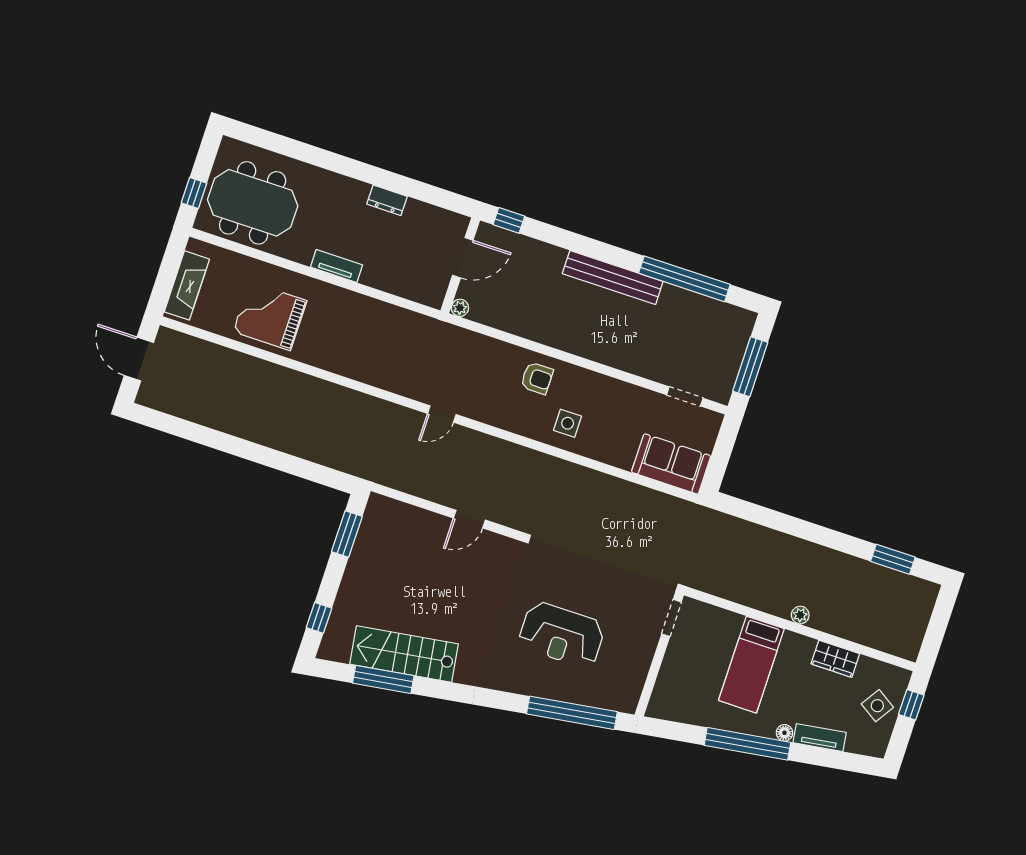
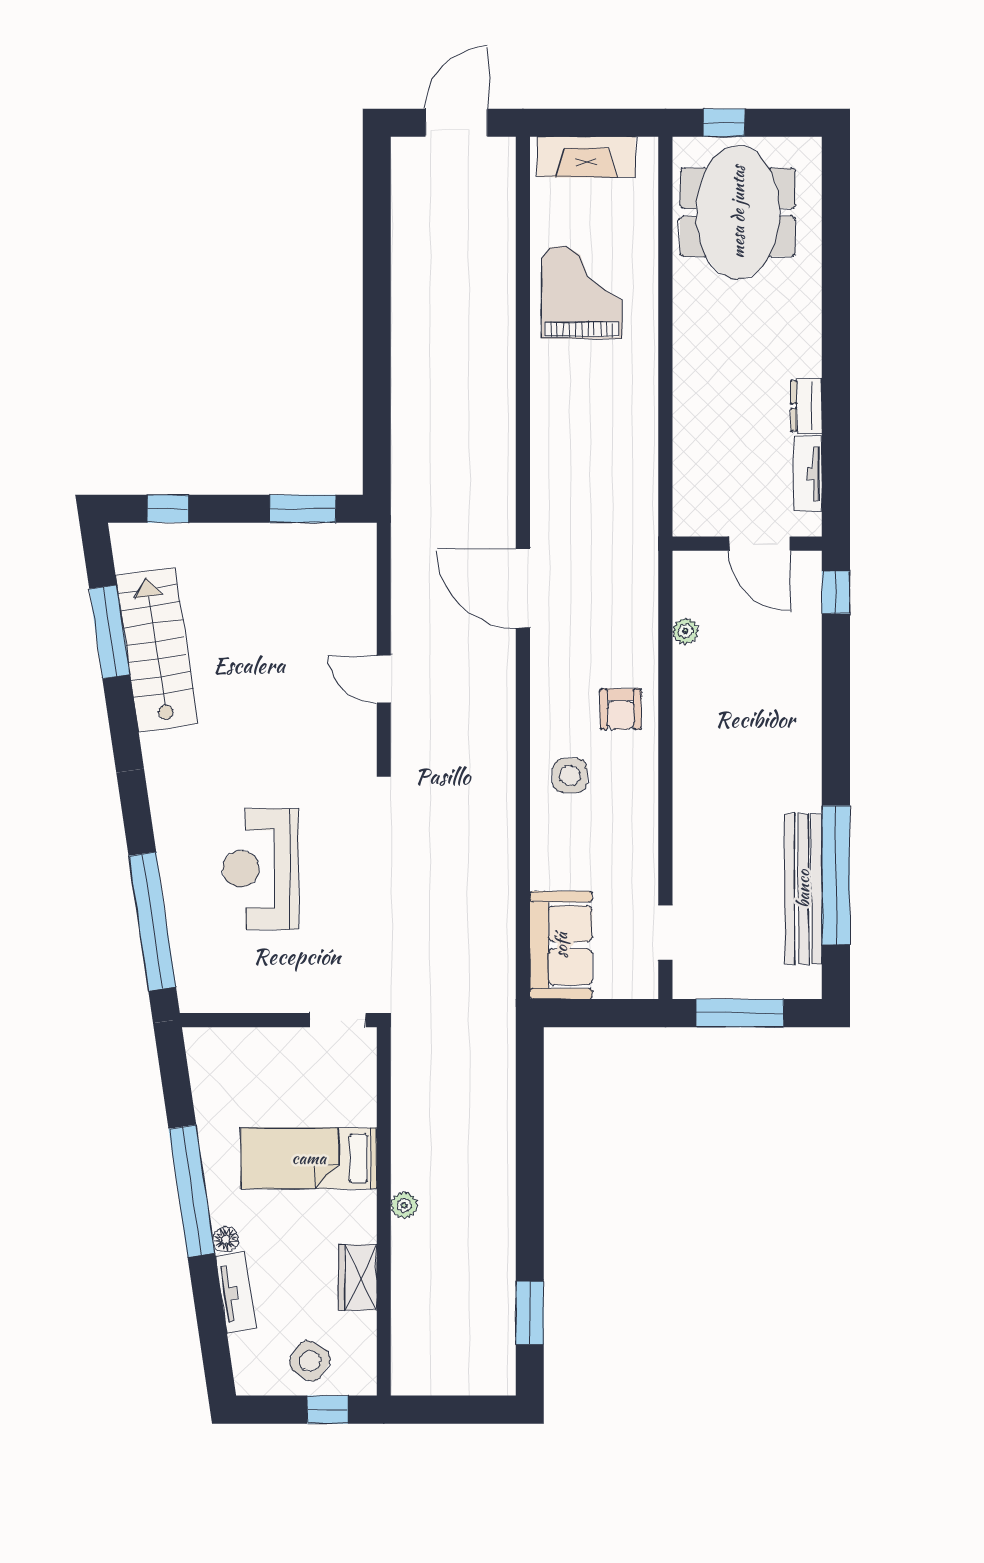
tv unit: (337, 266) -> (808, 474), moved, turned 180
bench: (613, 277) -> (803, 889), moved
plant: (460, 308) -> (686, 631), moved
door: (442, 414) -> (523, 589), width x1.87

